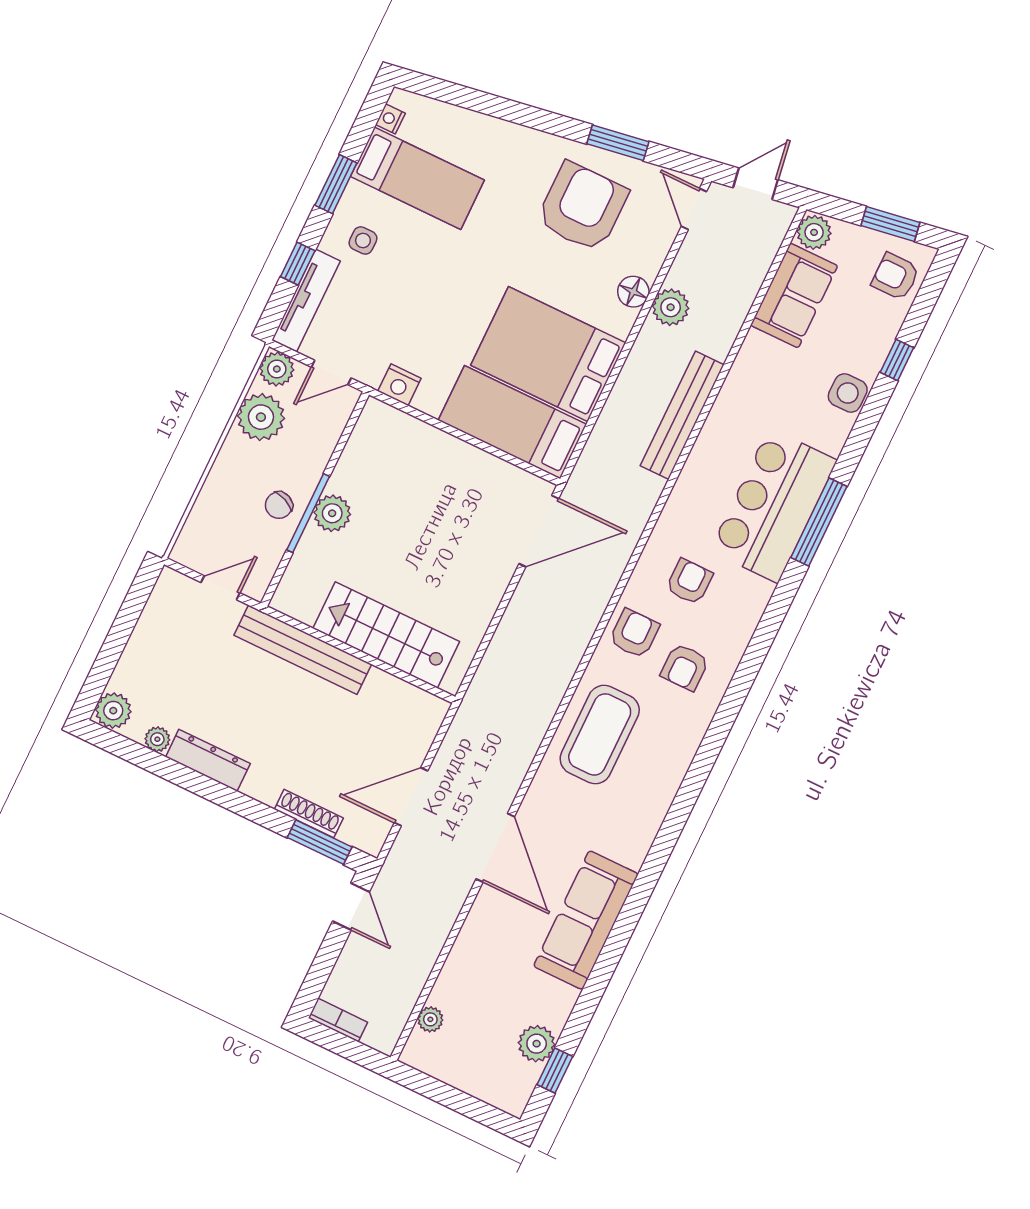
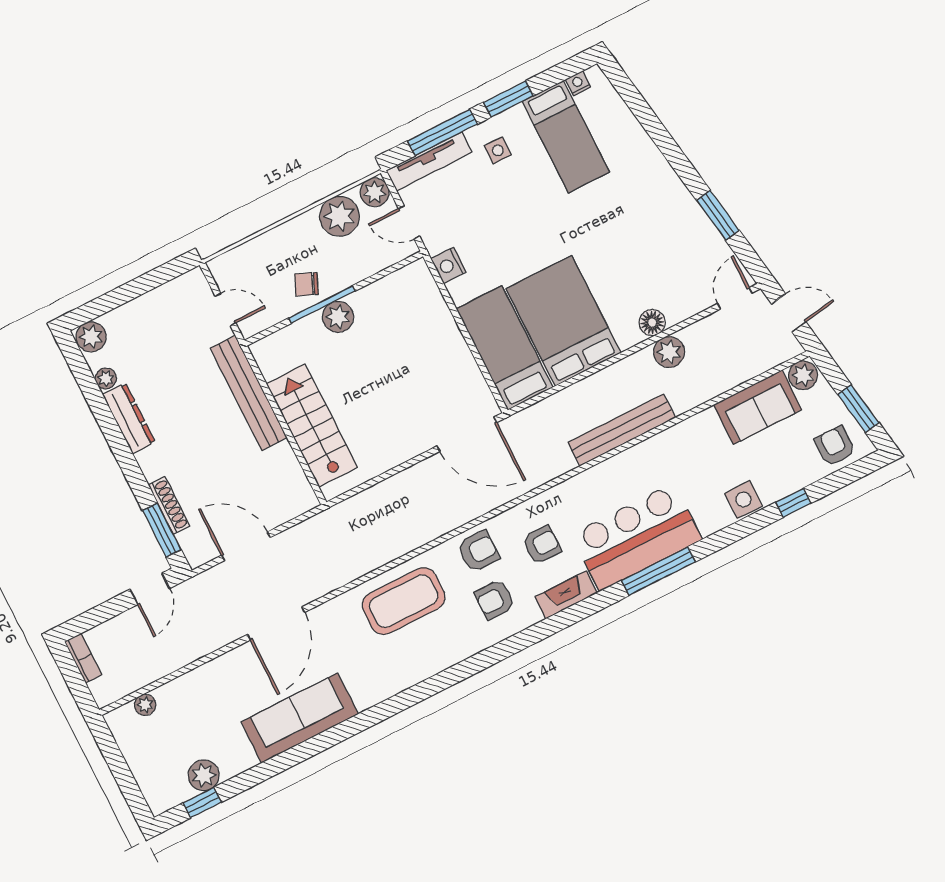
armchair: (582, 207) -> (661, 240), removed
window: (298, 264) -> (442, 132), width x2.17
fireplace: (749, 611) -> (566, 595), added

